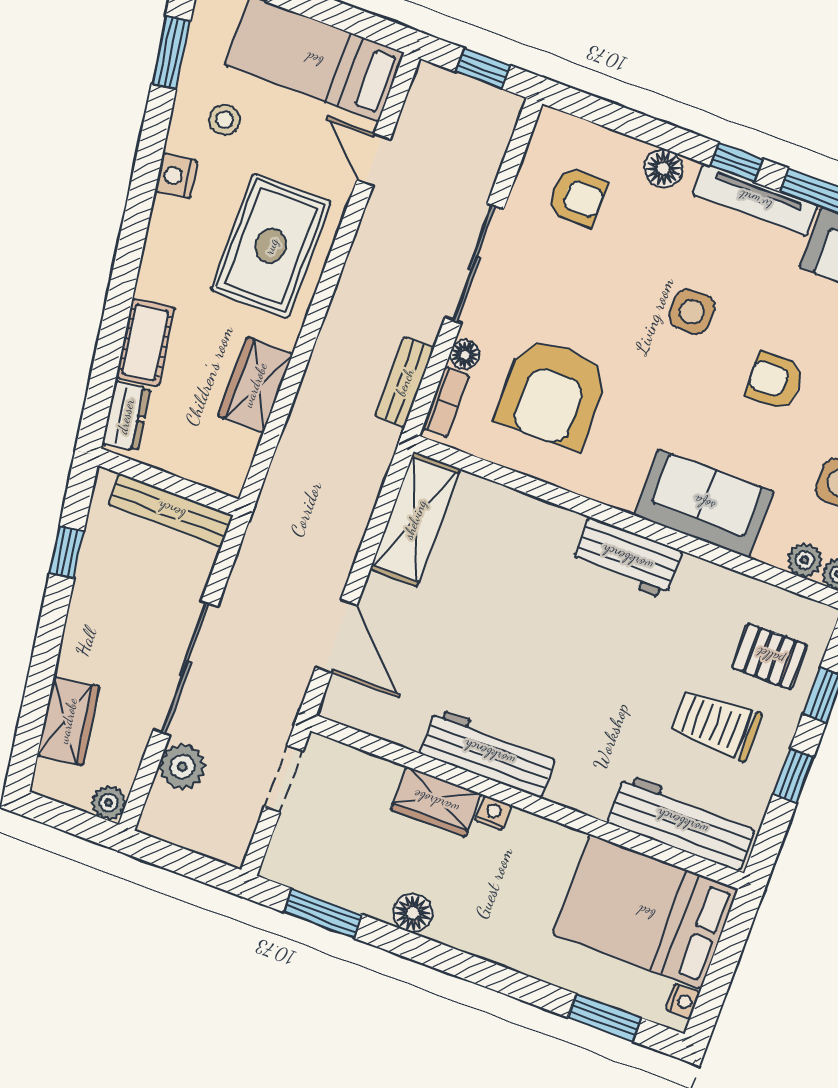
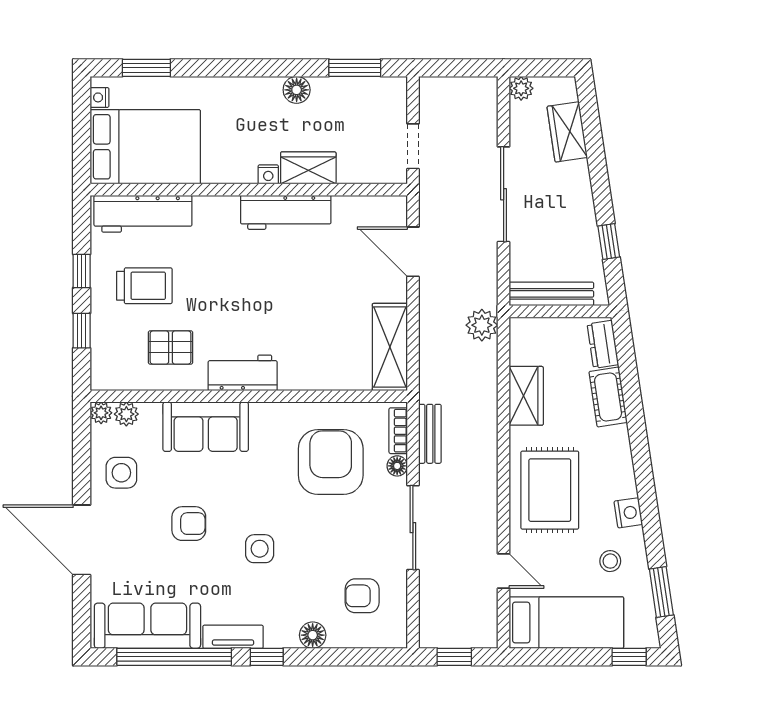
tv unit: (755, 200) -> (233, 637), width x0.71
pallet: (770, 656) -> (171, 347), moved
plant: (182, 767) -> (482, 325), moved

